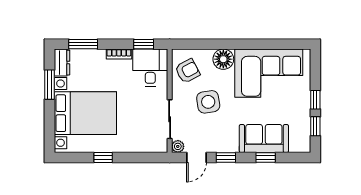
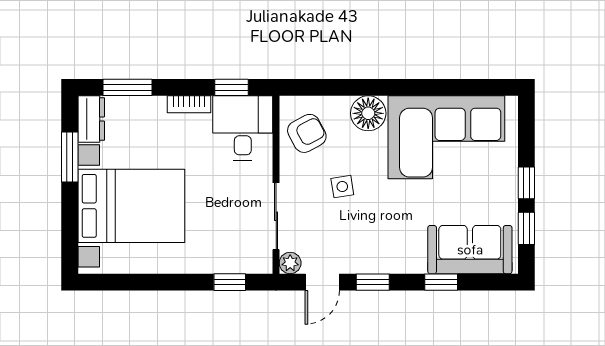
side table: (208, 102) -> (342, 187), width x0.54, depth x0.54
sofa: (264, 139) -> (470, 250), moved
window: (103, 157) -> (230, 282), moved

